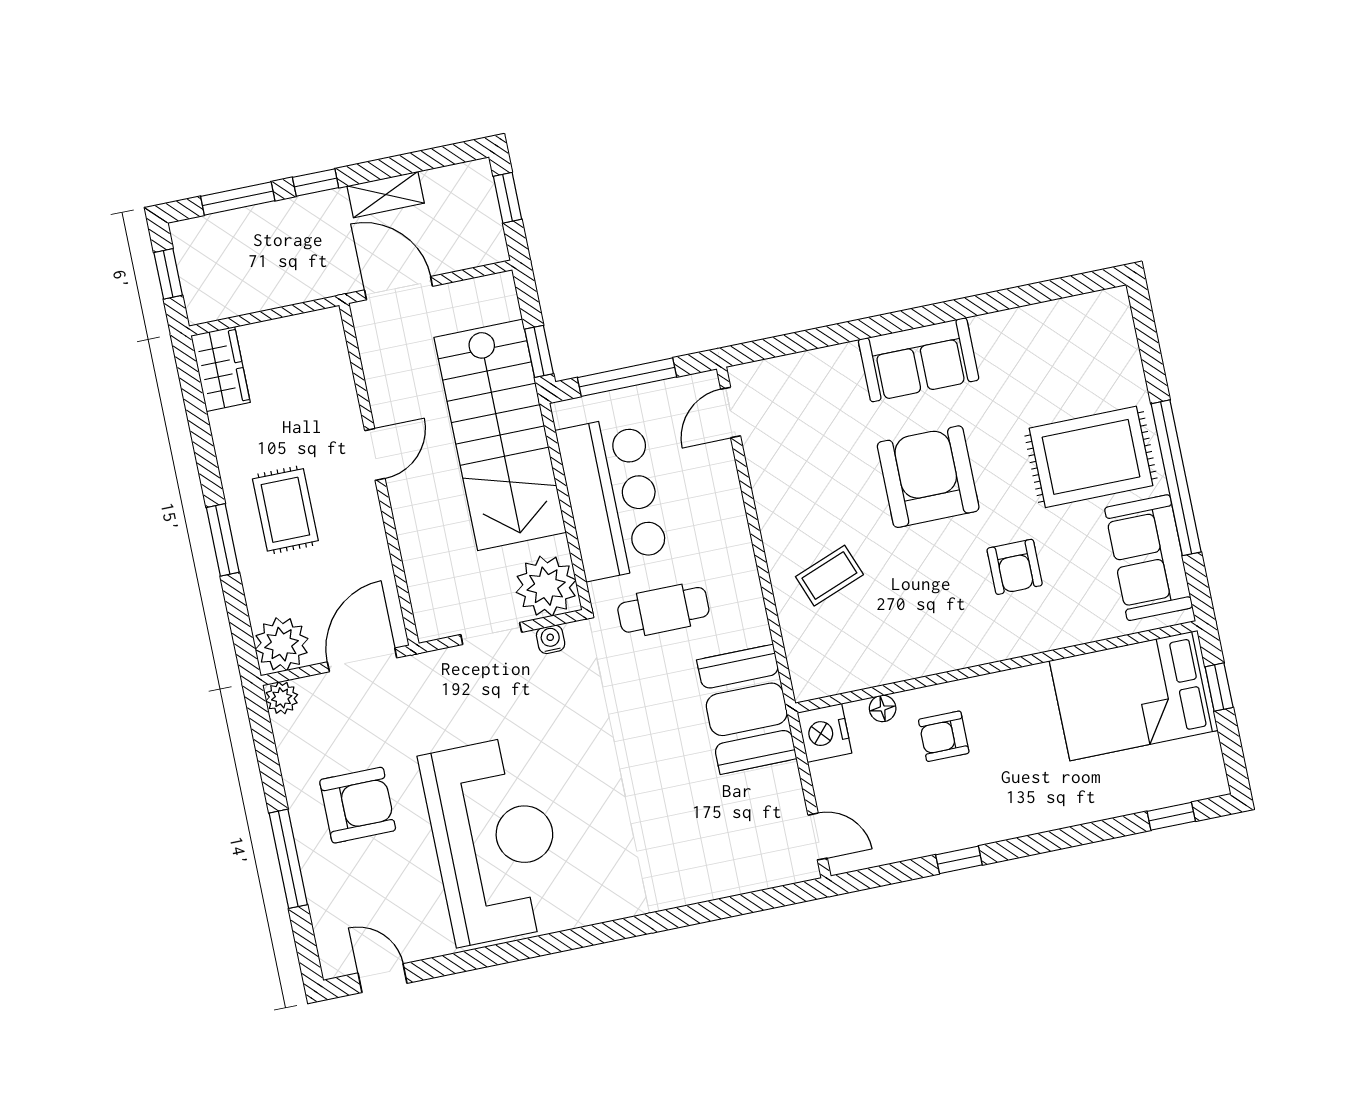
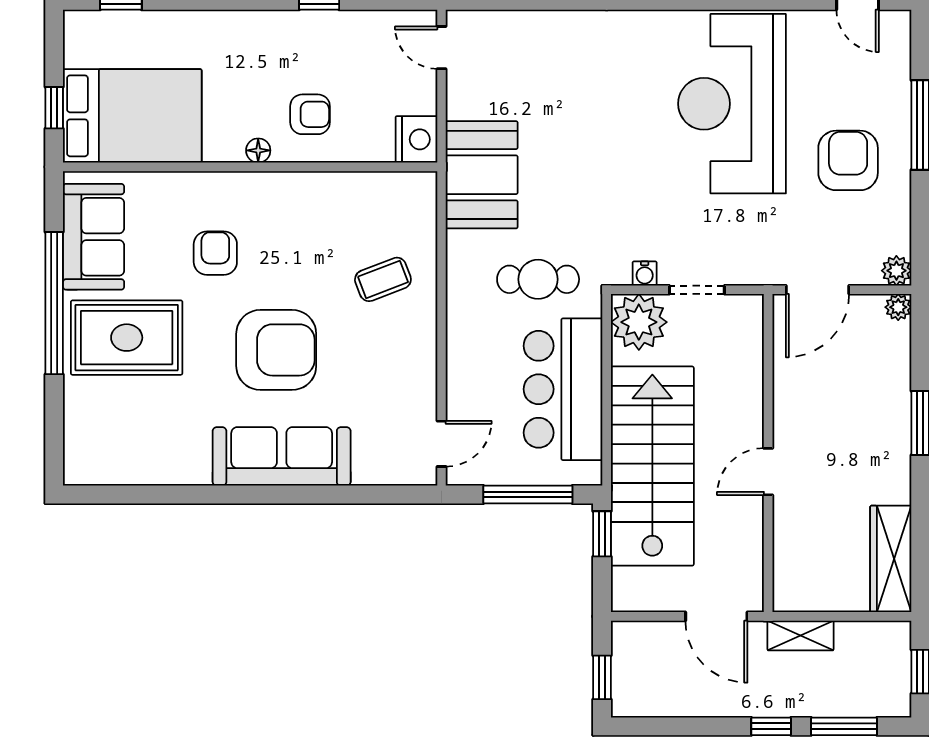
shelving: (386, 195) -> (800, 636), moved
sofa: (919, 360) -> (282, 456), width x1.36
wardrobe: (220, 369) -> (891, 559), width x1.50
armchair: (928, 477) -> (276, 350), turned -90
rug: (285, 510) -> (859, 438), removed
plant: (282, 644) -> (898, 307), width x0.53, depth x0.53
floor lamp: (883, 708) -> (258, 150), moved
armchair: (358, 805) -> (848, 160), turned 90

